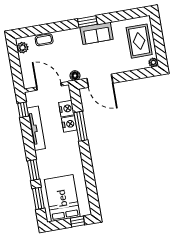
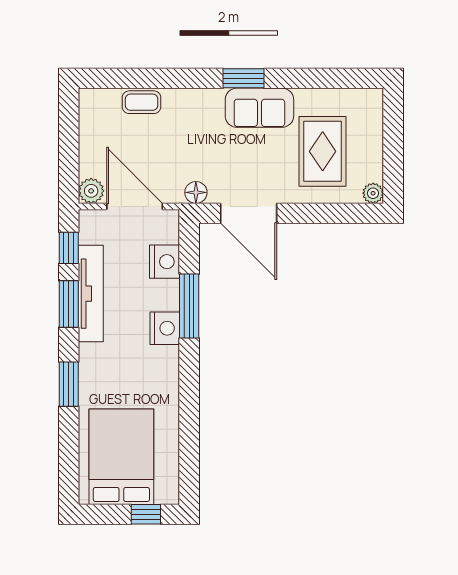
rug: (139, 41) -> (323, 151), moved
plant: (22, 48) -> (91, 191), moved
nightstand: (69, 124) -> (165, 328), moved
window: (38, 198) -> (69, 304), moved

